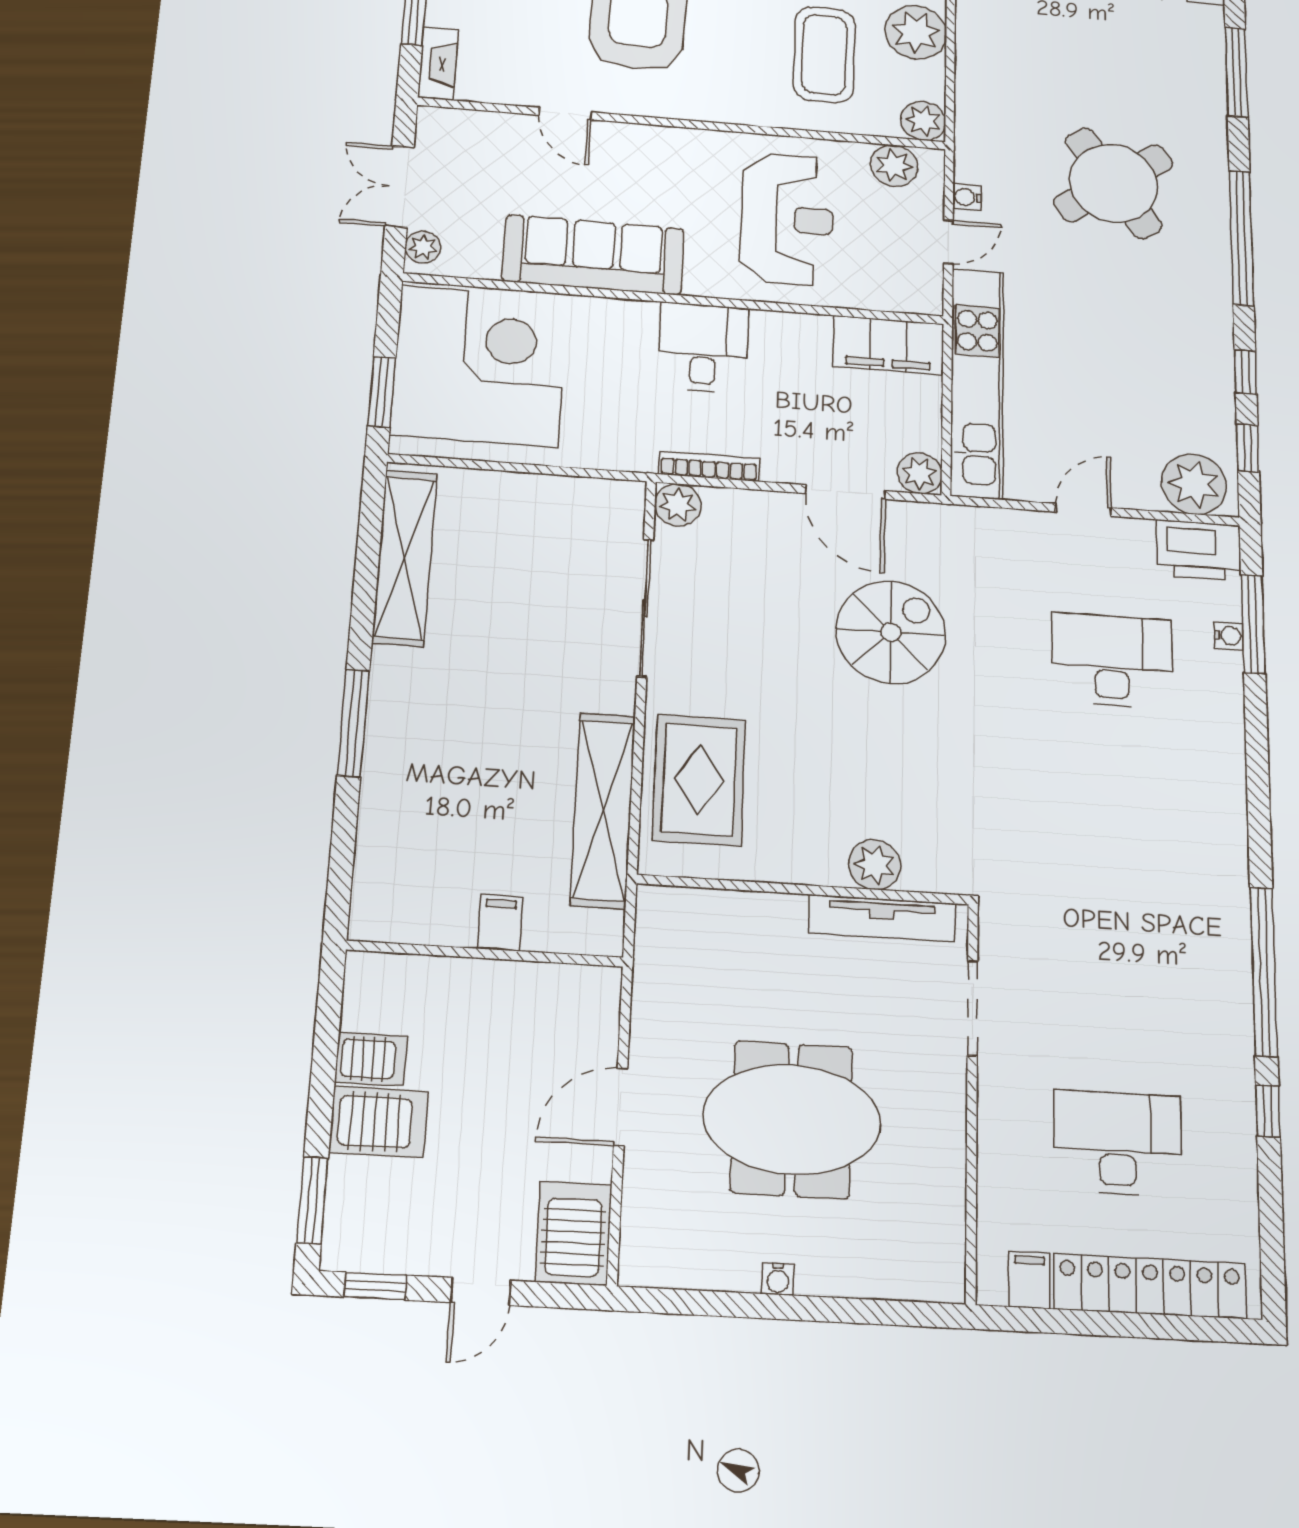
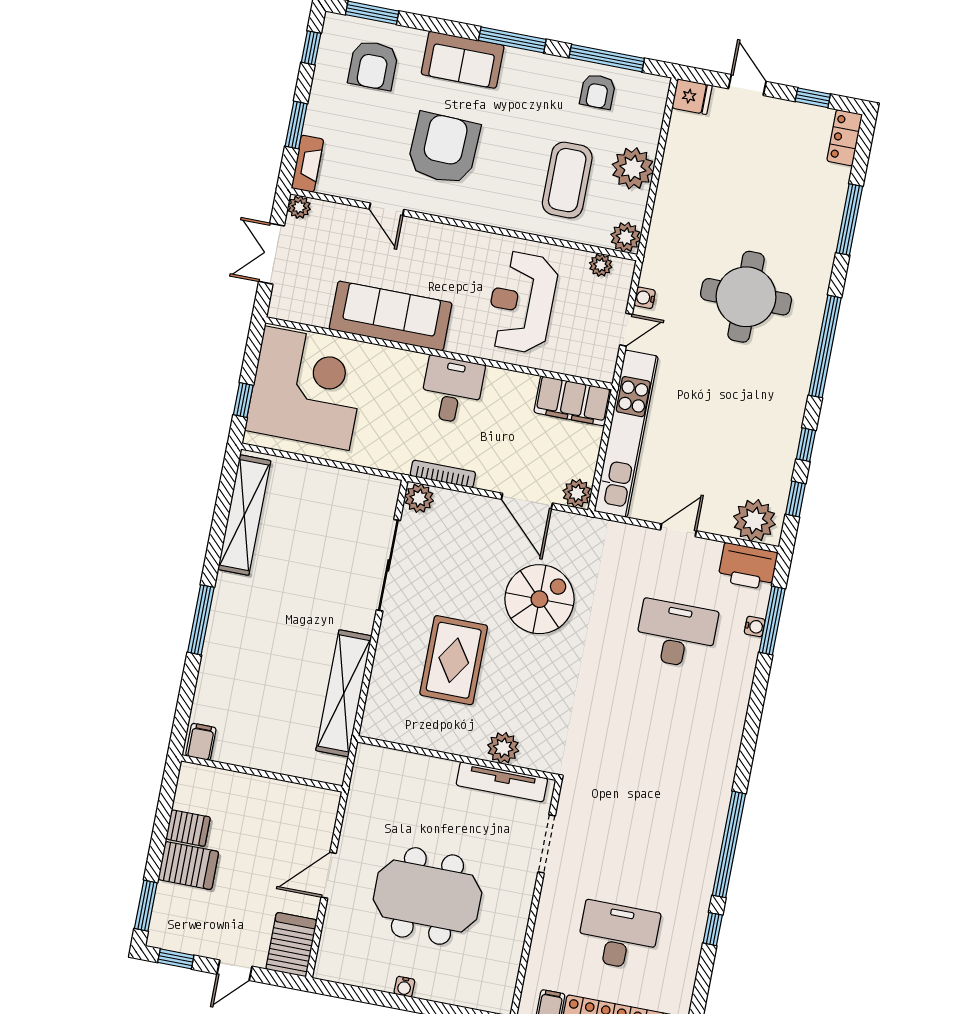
plant: (894, 166) -> (601, 265), width x0.73, depth x0.73
round table: (1113, 183) -> (746, 297), turned 35
reception desk: (787, 219) -> (522, 302), turned 180
plant: (423, 247) -> (299, 207), moved
window: (382, 392) -> (243, 400), width x0.67
rug: (699, 780) -> (454, 660), moved
filing cabinet: (500, 923) -> (201, 742), moved

